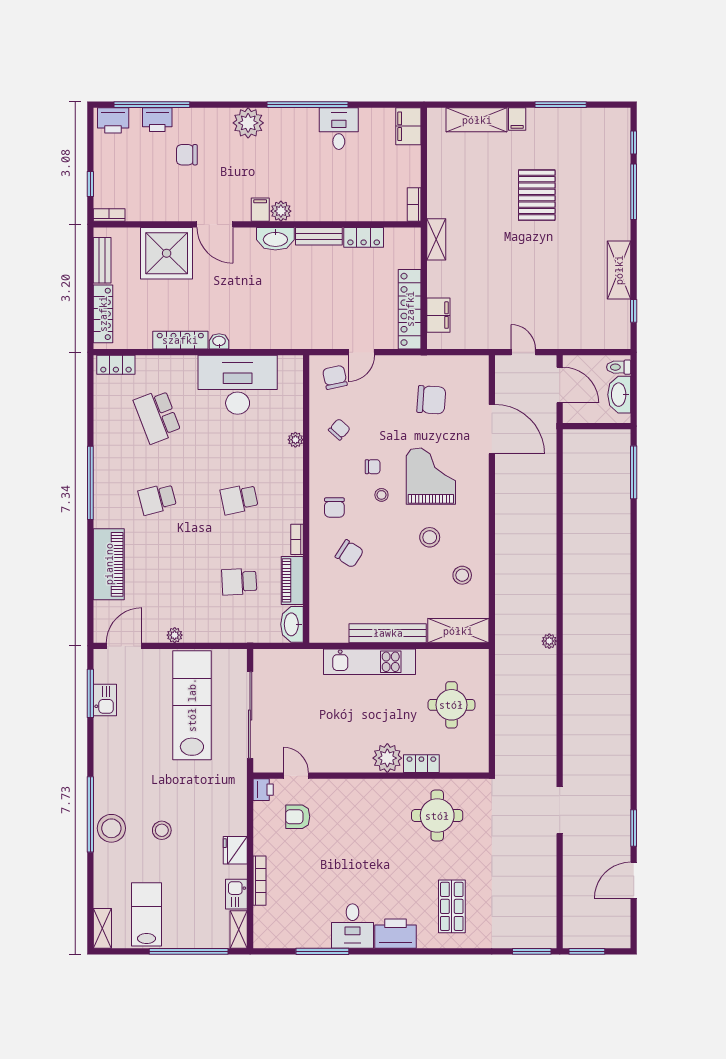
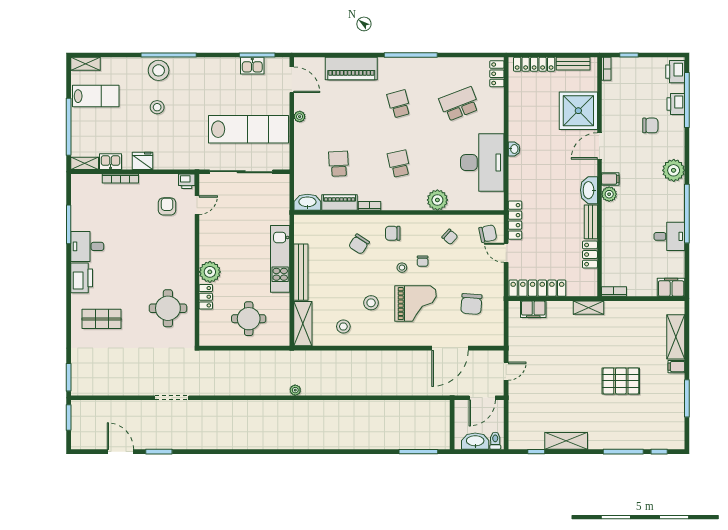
chair: (187, 155) -> (650, 125), turned 90
locker: (180, 340) -> (515, 220), moved
plant: (295, 440) -> (437, 200), width x1.88, depth x1.88

